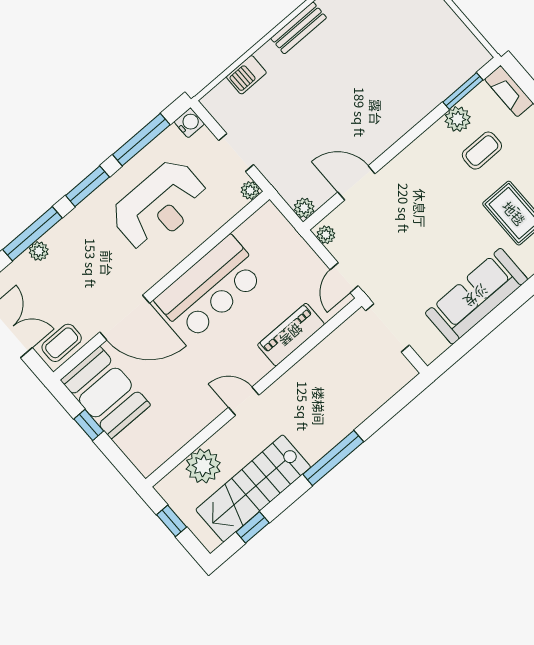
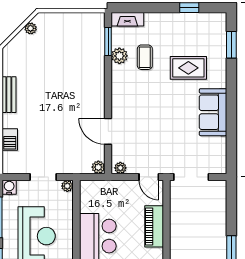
door: (356, 183) -> (108, 131), hinge flipped
sofa: (476, 296) -> (213, 112), width x0.73

